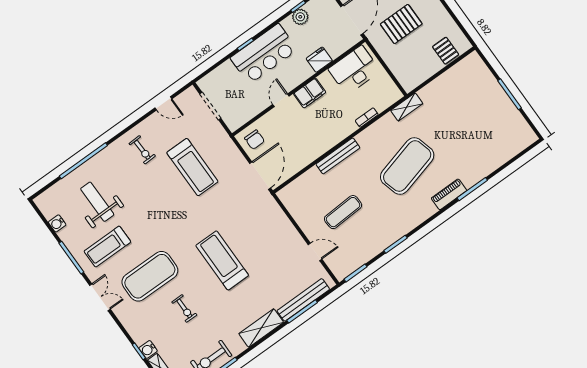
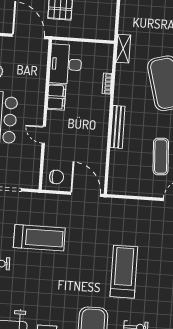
fridge: (319, 60) -> (38, 83), removed
filing cabinet: (310, 93) -> (57, 97), moved
treadmill: (222, 260) -> (124, 272), turned 90

